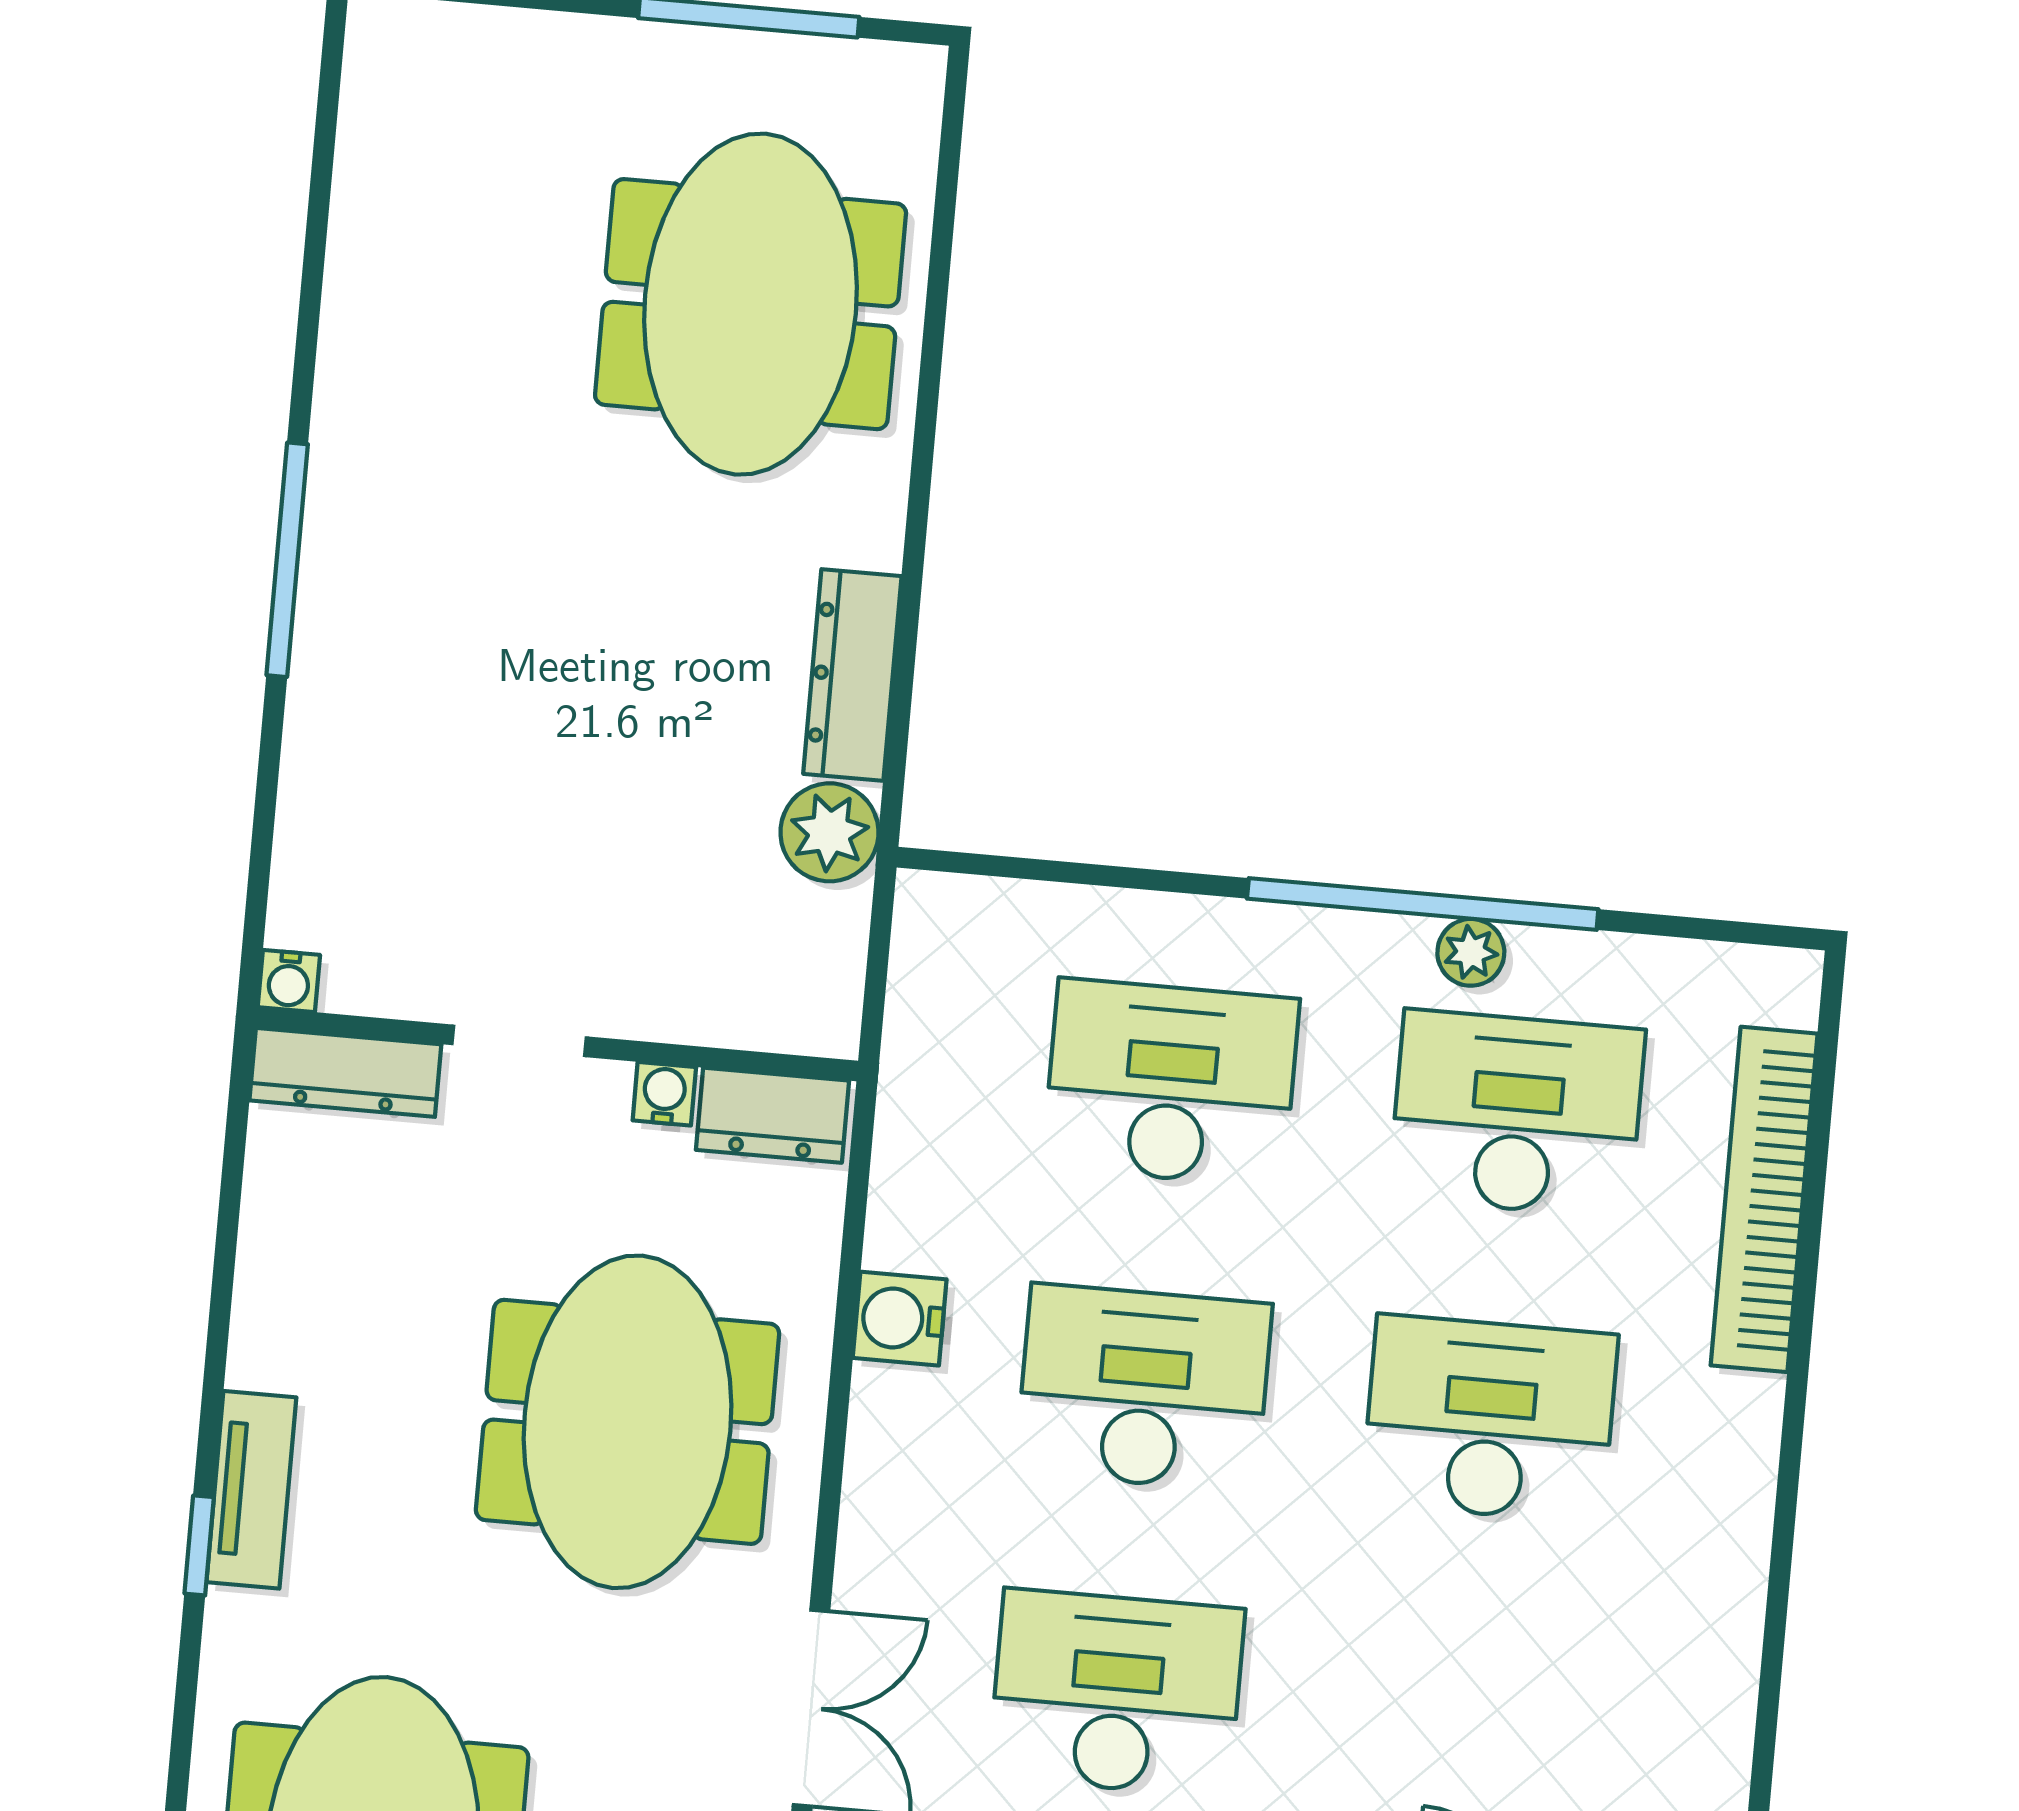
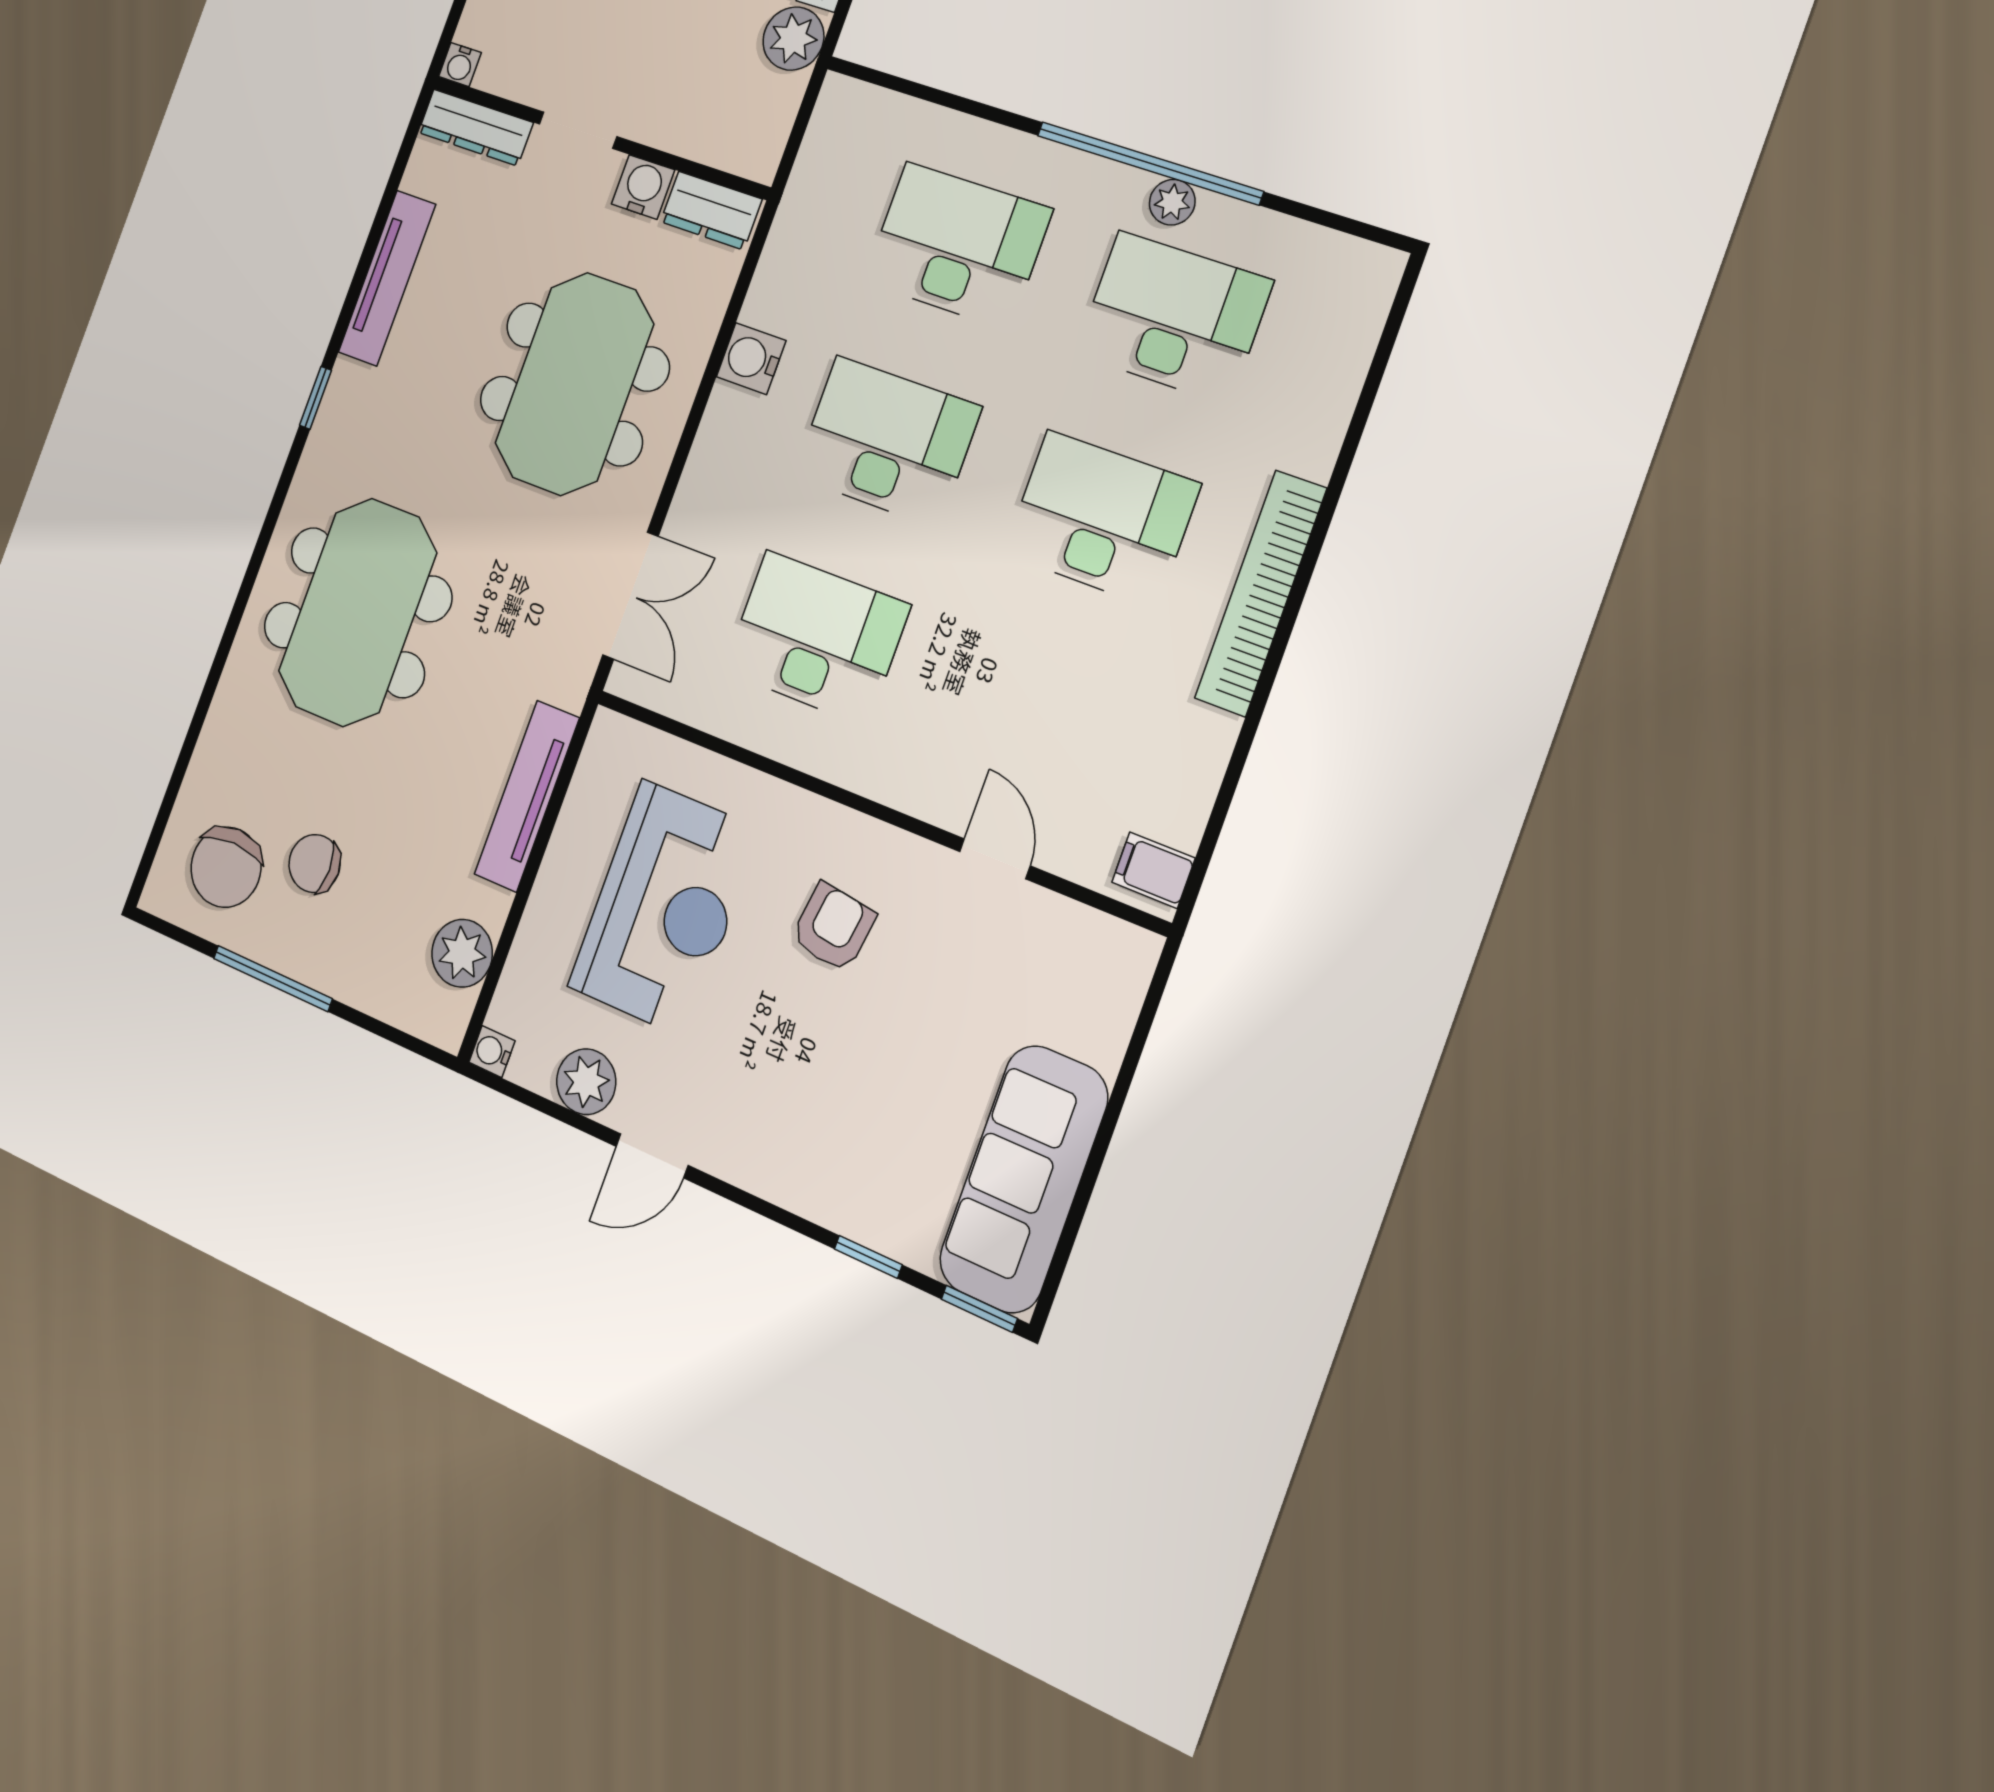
water cooler: (664, 1094) -> (643, 187), width x1.38, depth x1.38
bookcase: (1764, 1199) -> (1261, 593), moved
tv unit: (251, 1490) -> (387, 278), moved, width x1.41

